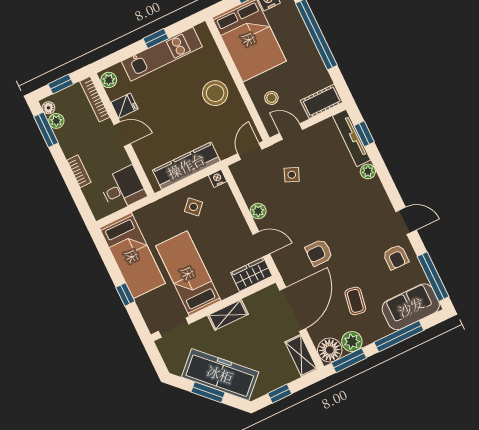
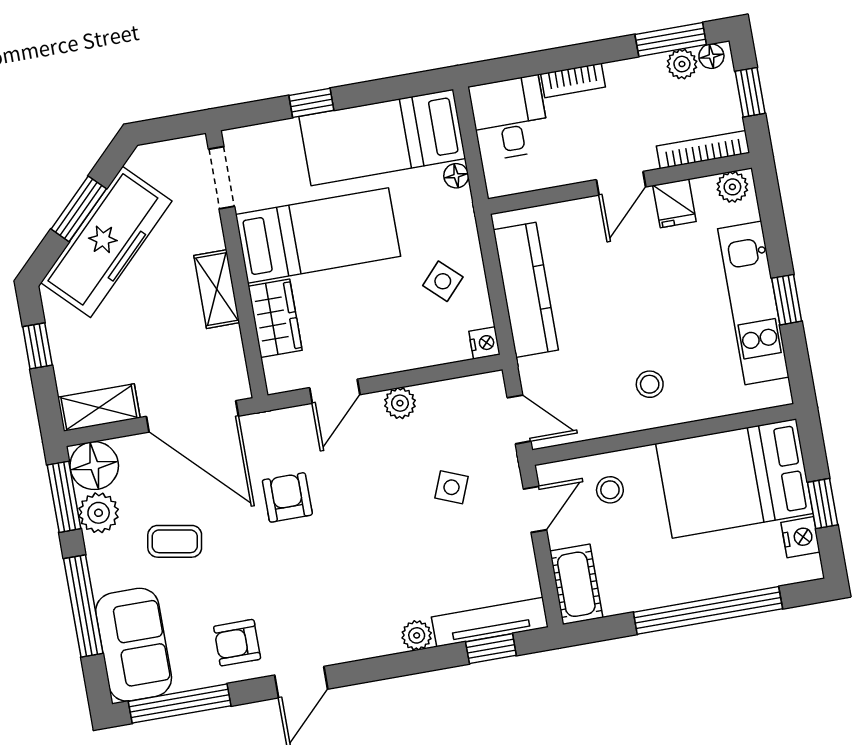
stool: (215, 93) -> (650, 384), width x0.53, depth x0.53
desk: (123, 189) -> (509, 118), moved, turned 180
floor lamp: (141, 215) -> (456, 176), added
wardrobe: (251, 274) -> (275, 318), moved

